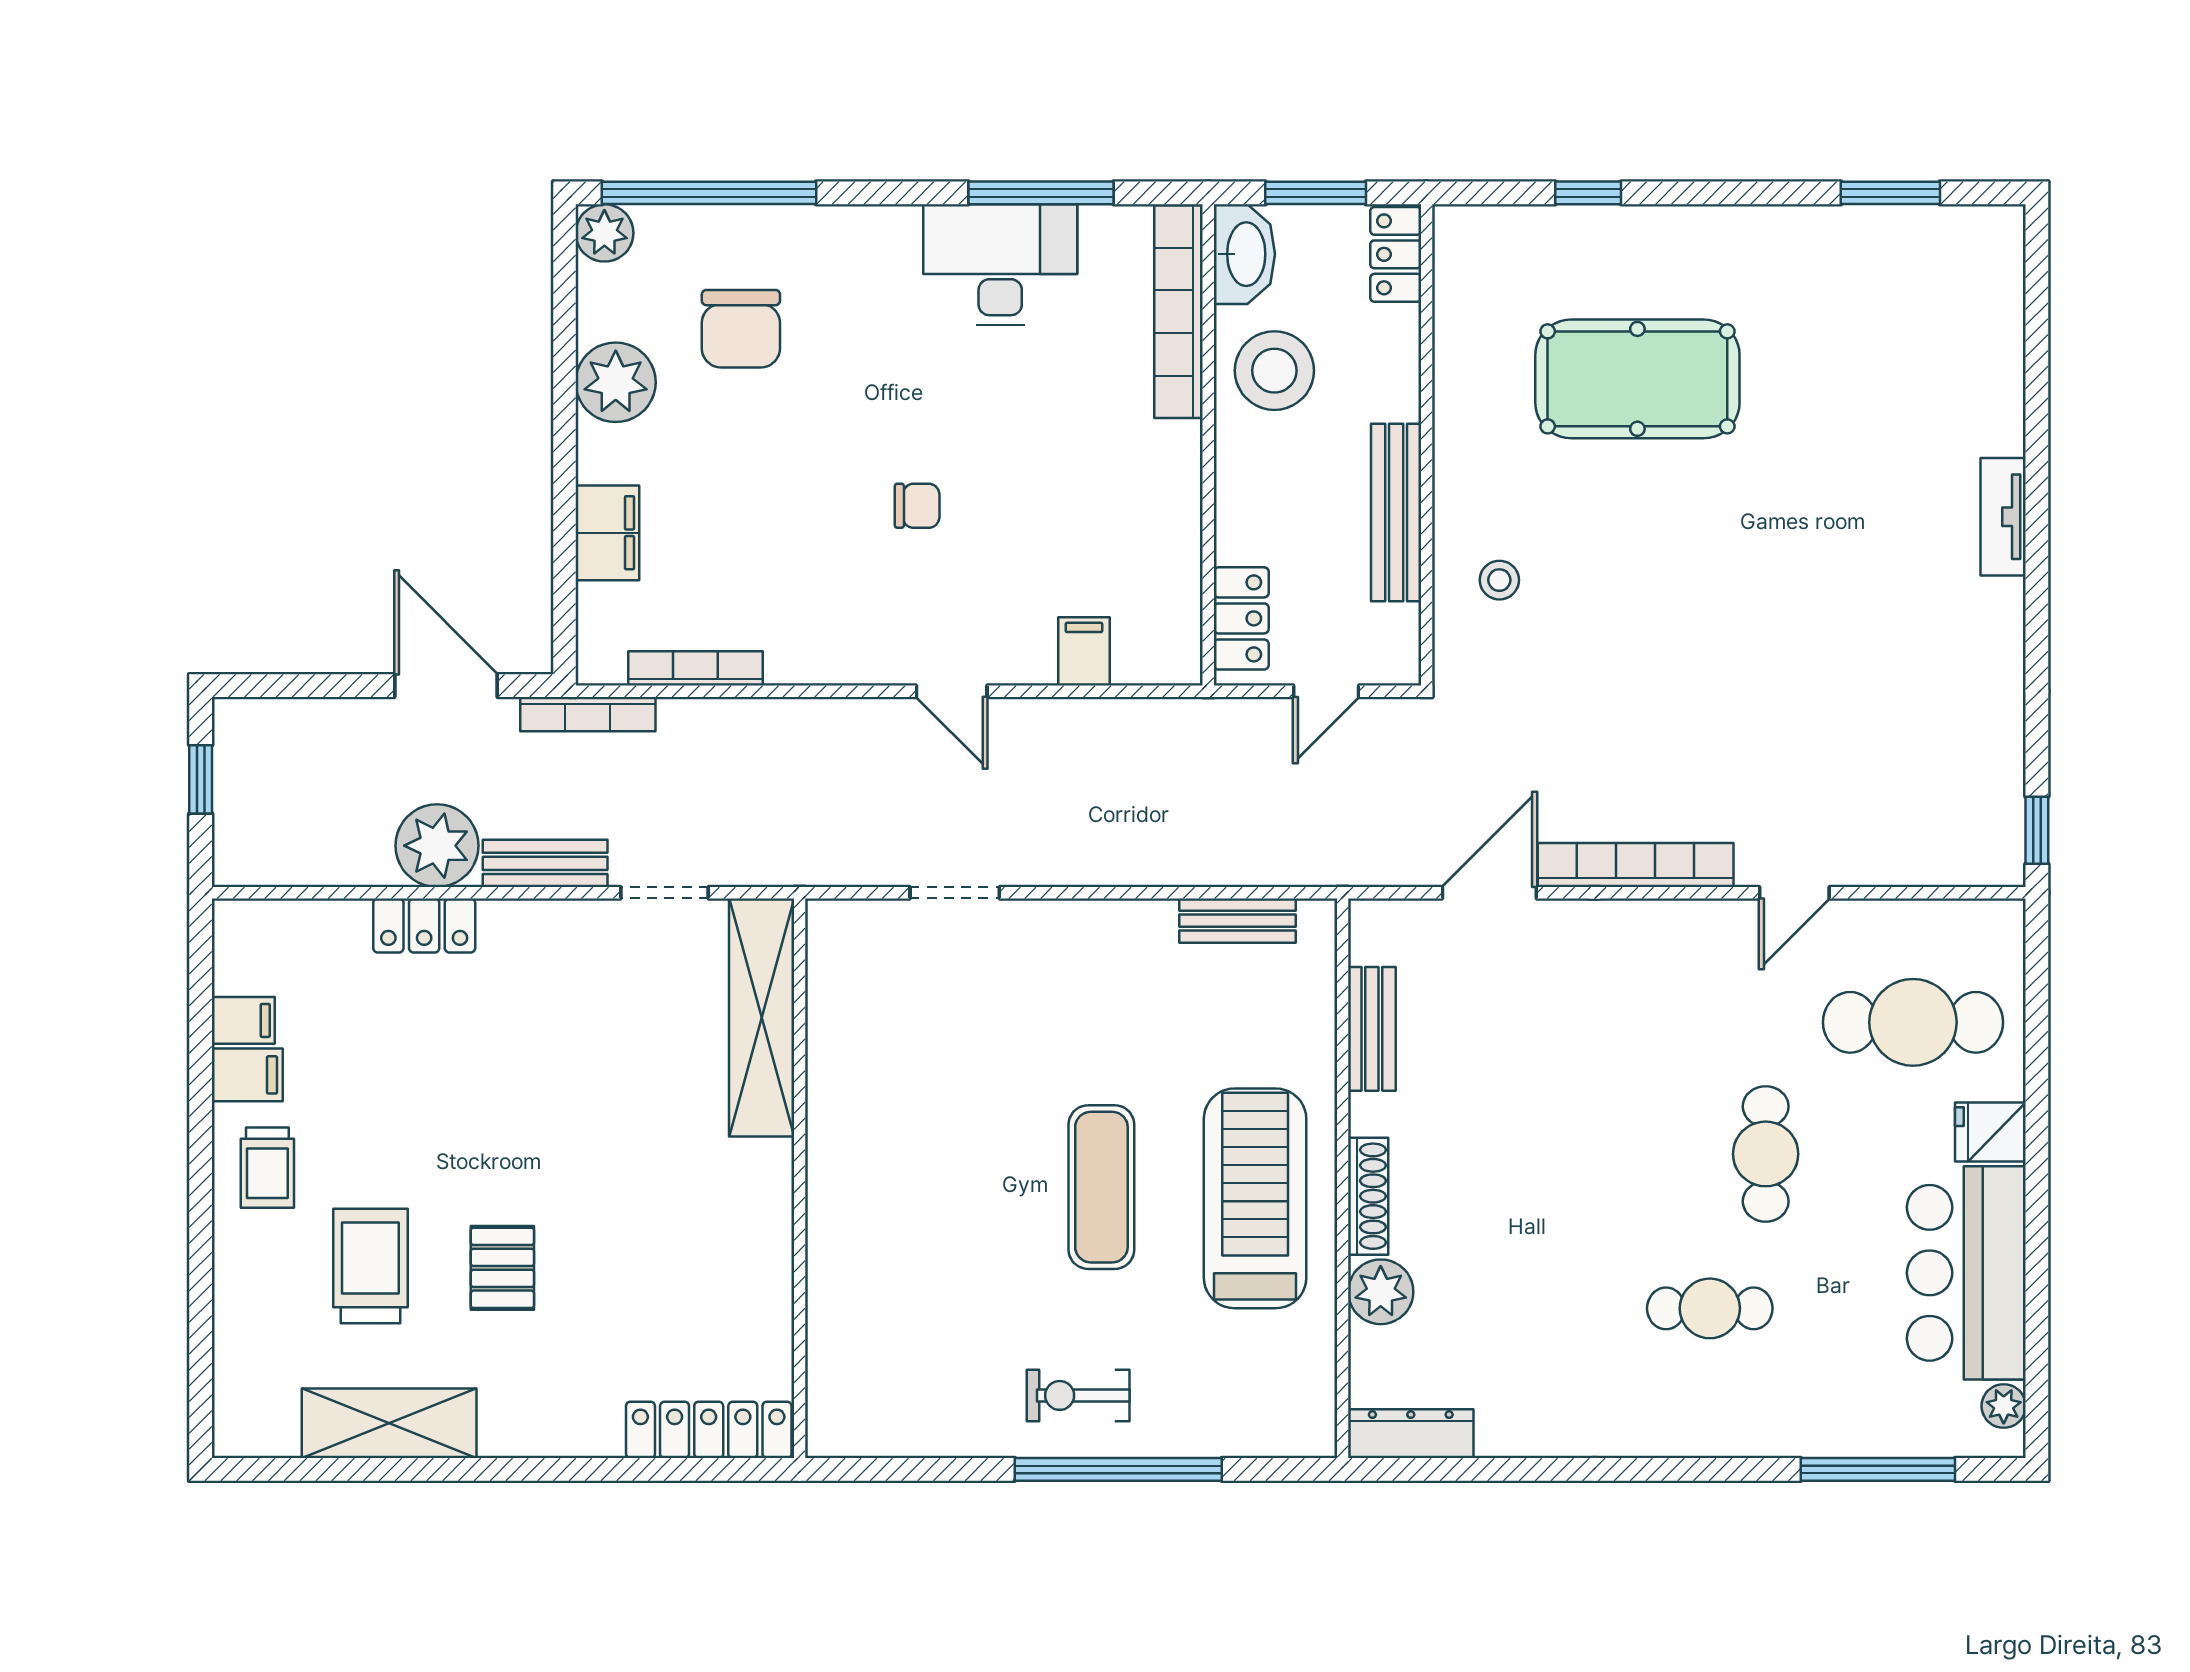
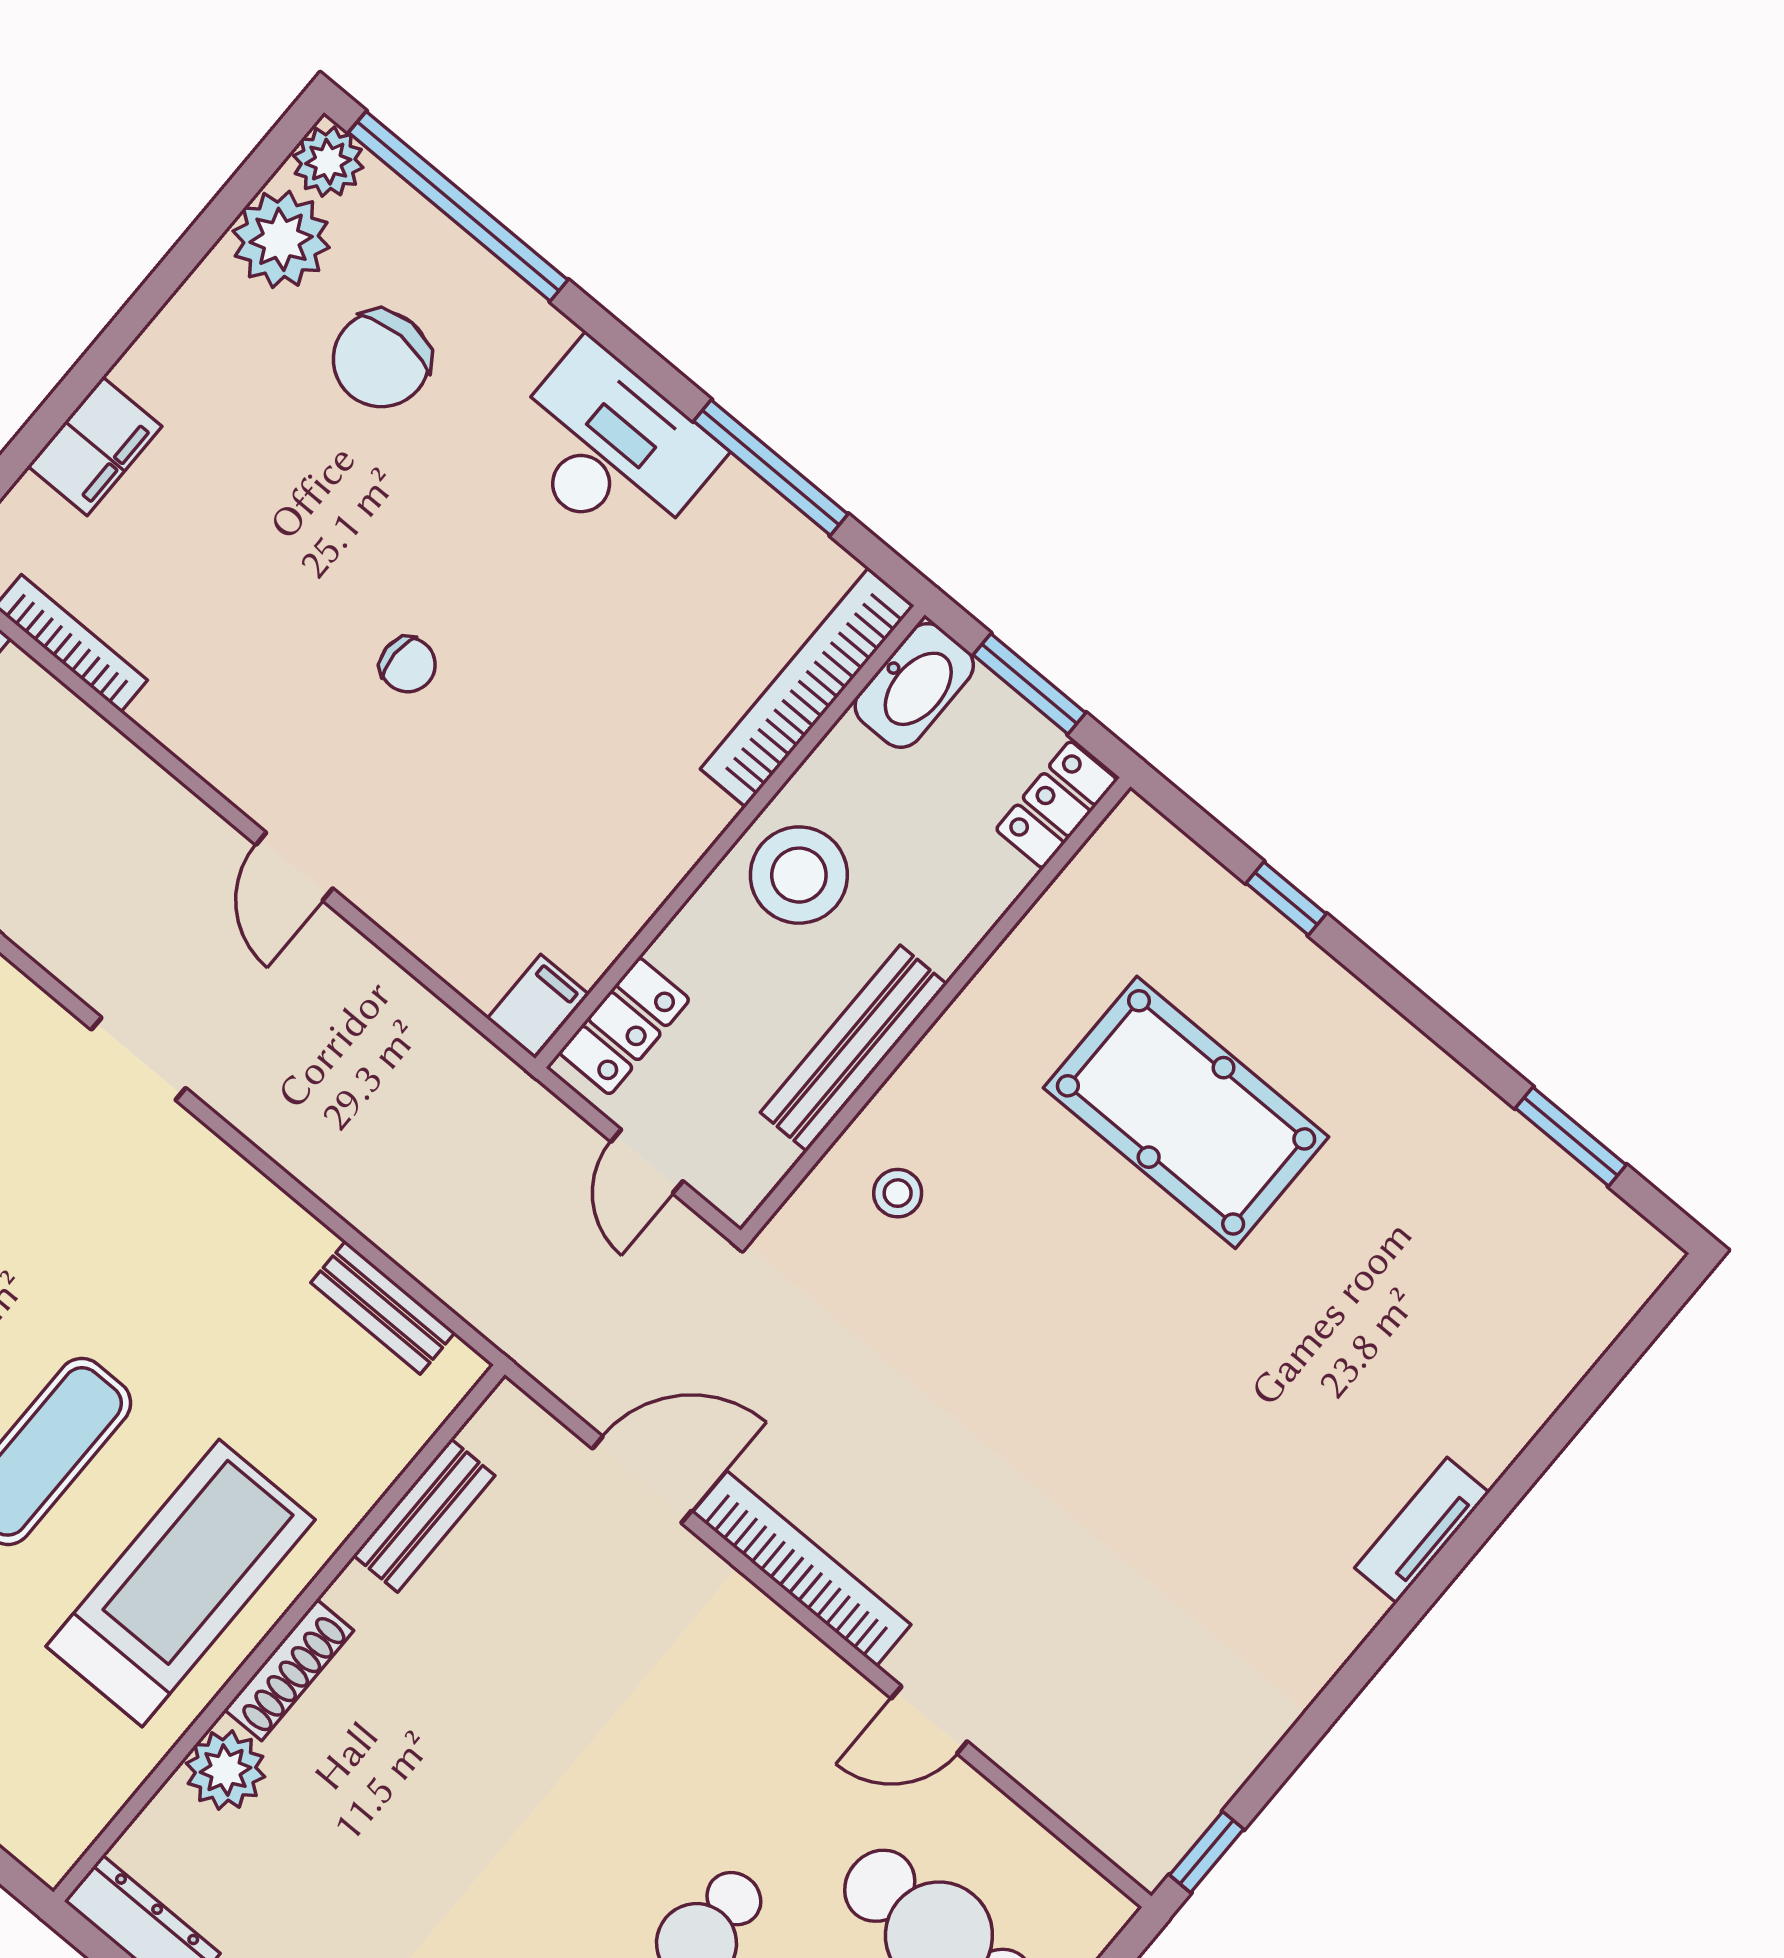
desk: (1000, 265) -> (611, 448), moved
stool: (1274, 371) -> (799, 875), moved
plant: (616, 382) -> (281, 239), moved
filing cabinet: (1084, 651) -> (538, 1006), moved
door: (1326, 691) -> (647, 1161), hinge flipped

